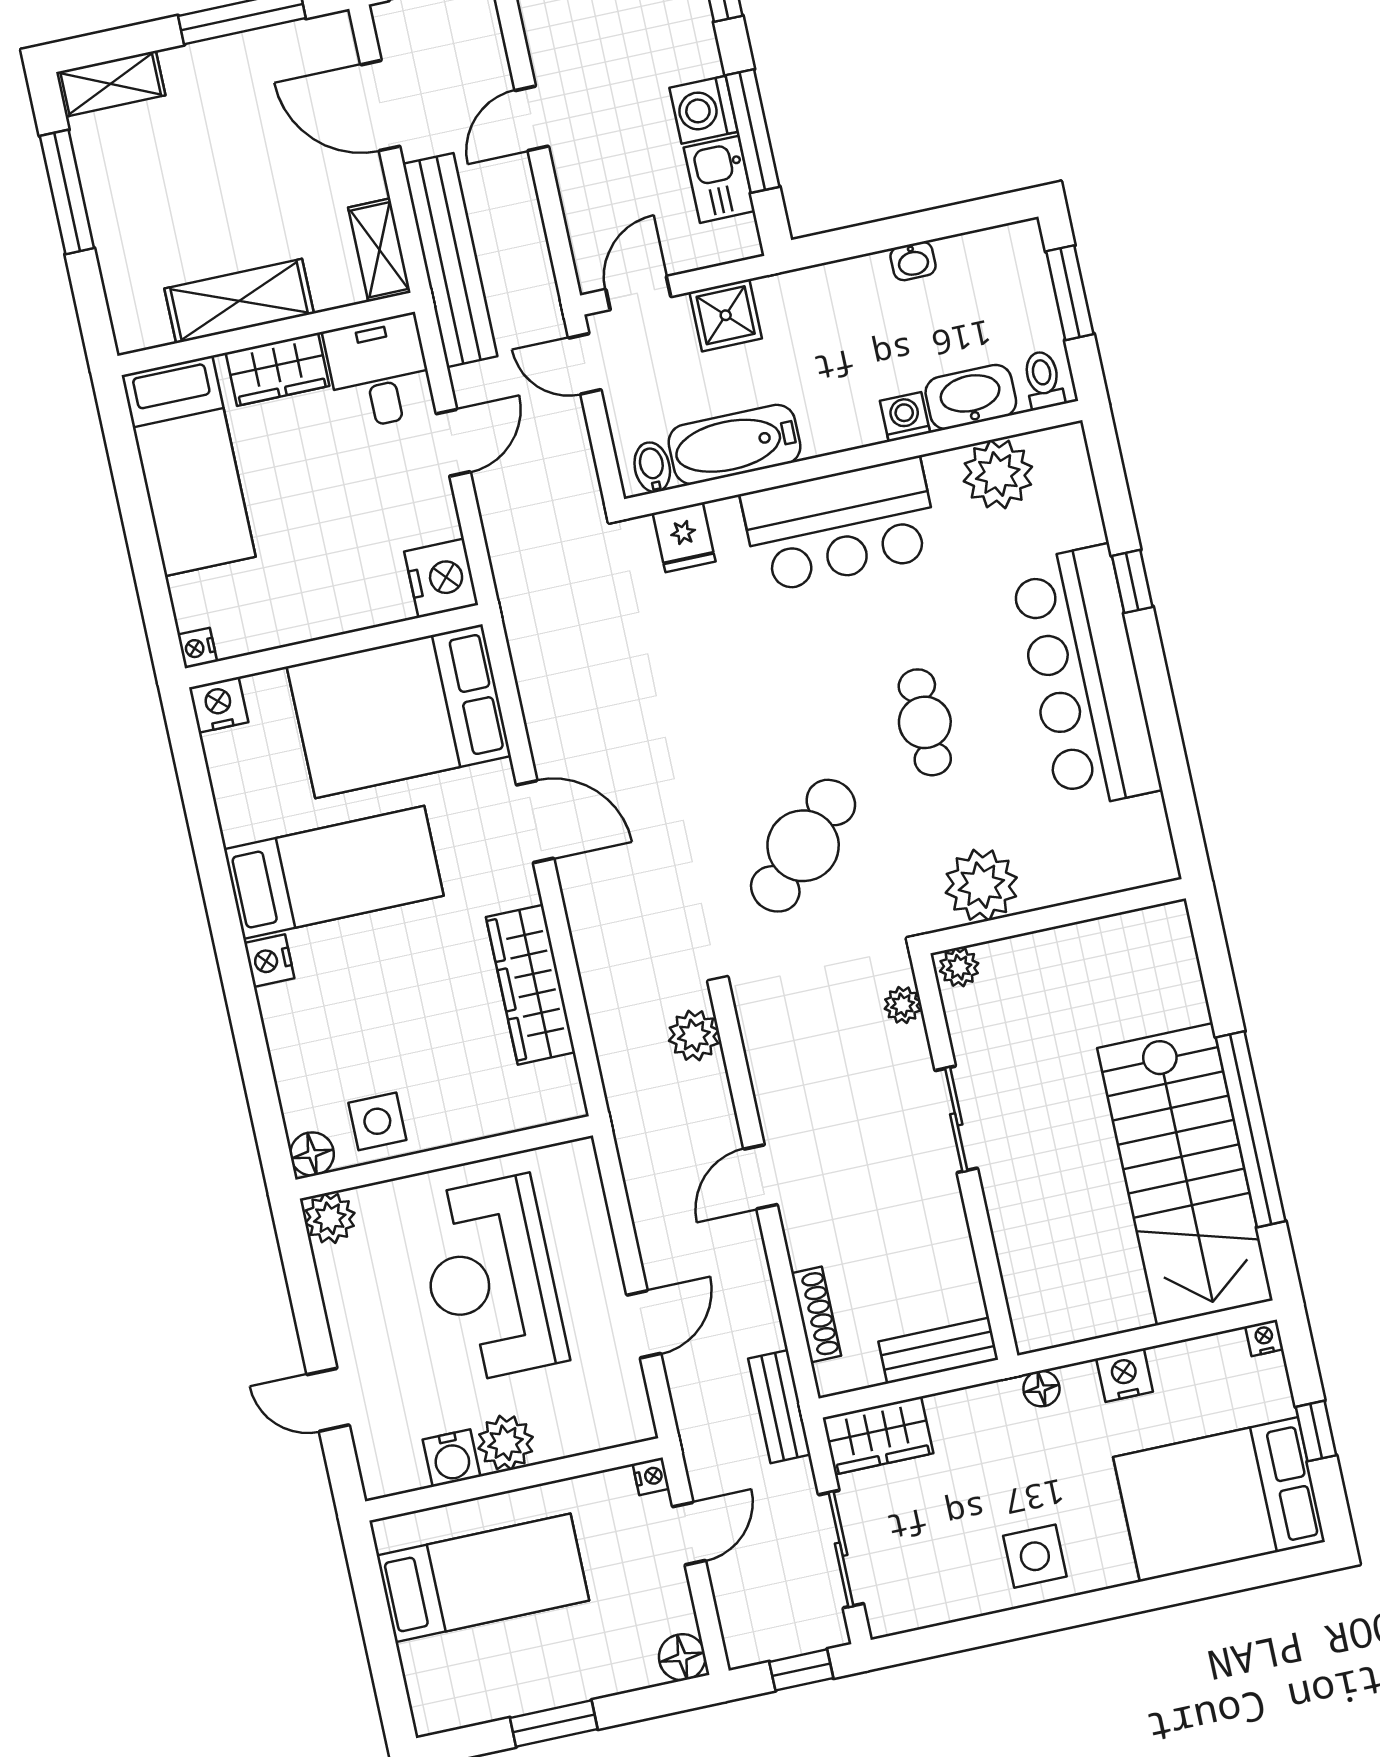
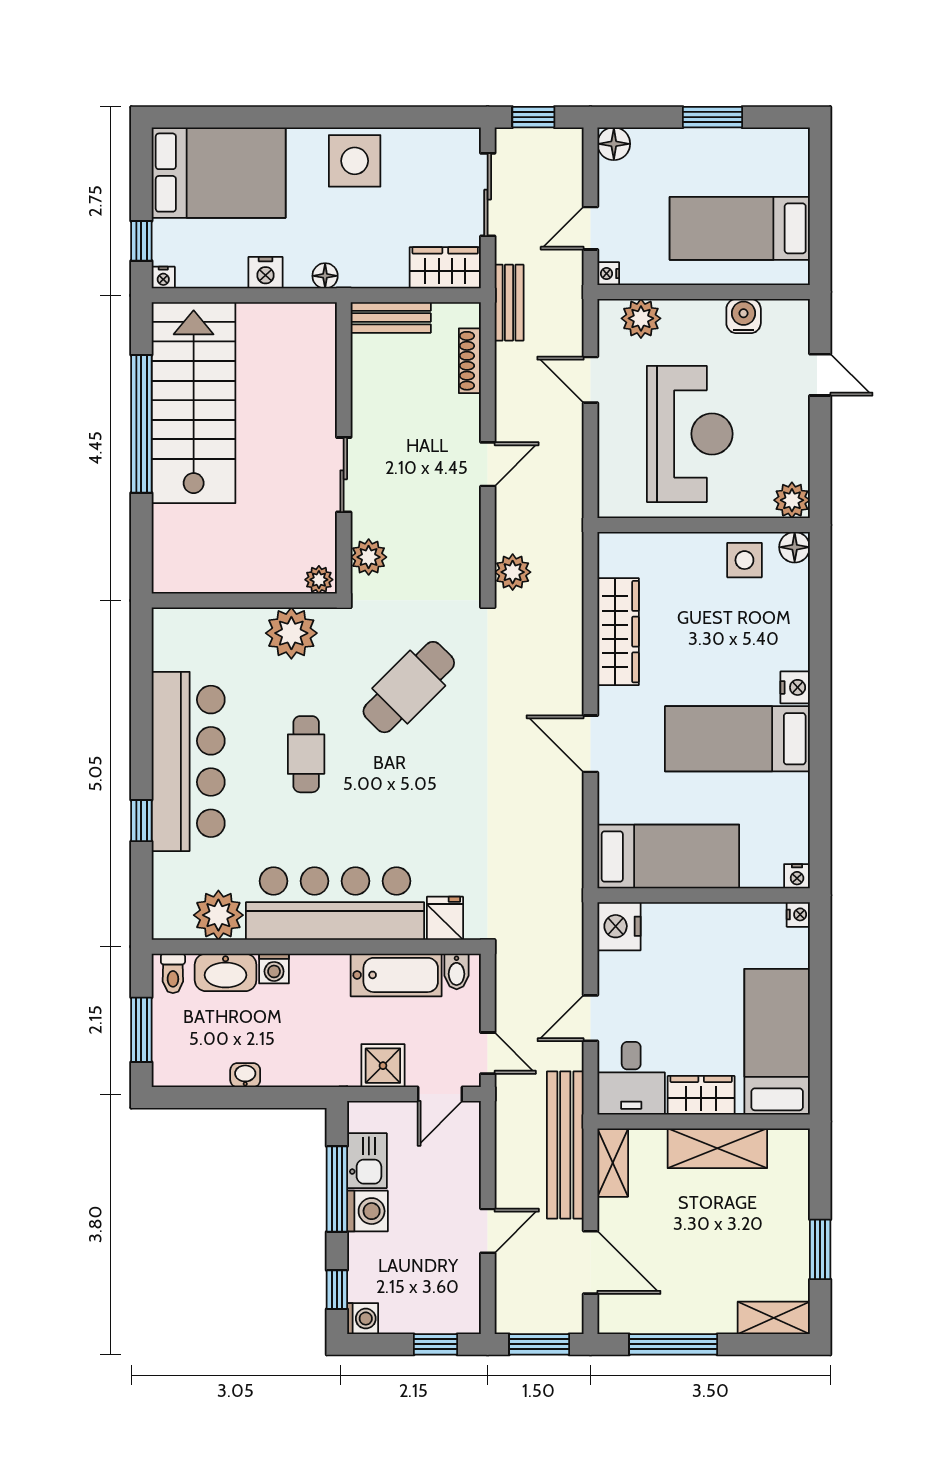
window: (67, 192) -> (820, 1249), width x0.69
bar counter: (840, 525) -> (335, 904), width x1.36
nightstand: (219, 705) -> (797, 876), width x0.72, depth x0.74
bed: (399, 711) -> (668, 857), width x0.67
plant: (903, 1005) -> (369, 557), width x1.38, depth x1.38
door: (644, 1324) -> (591, 380), hinge flipped
window: (1316, 1431) -> (141, 241), moved
plant: (506, 1443) -> (641, 318), moved
side table: (1035, 1556) -> (355, 161), width x1.37, depth x1.37

